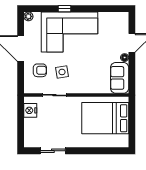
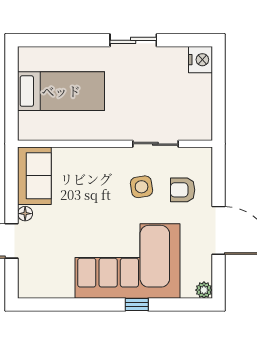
nightstand: (30, 110) -> (200, 60), moved
bed: (105, 118) -> (61, 91), width x0.67
sliding door: (53, 151) -> (133, 40), moved

